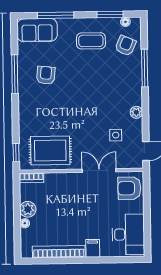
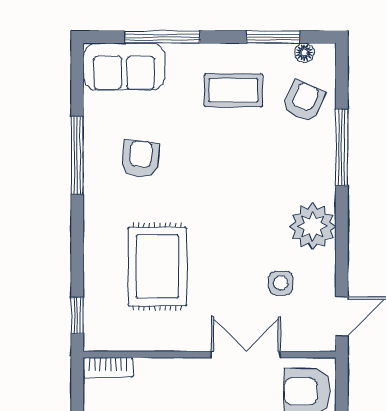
plant: (136, 112) -> (313, 226), width x1.88, depth x1.88
rug: (50, 150) -> (157, 266), moved, turned 90

